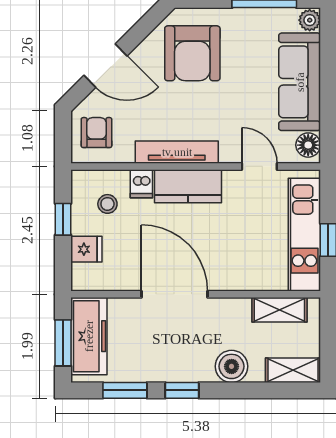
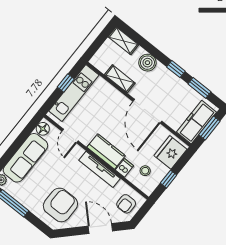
fridge: (86, 249) -> (170, 152), width x1.88, depth x1.34
shelving: (279, 310) -> (120, 79), moved

